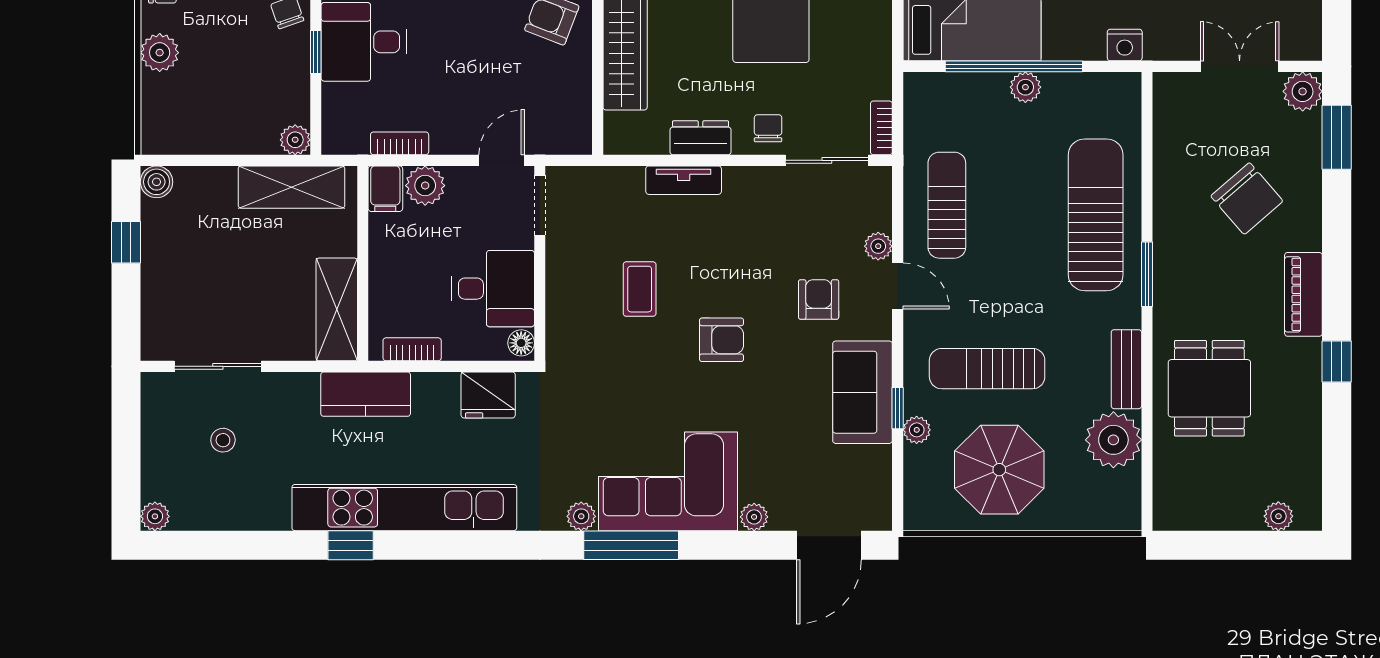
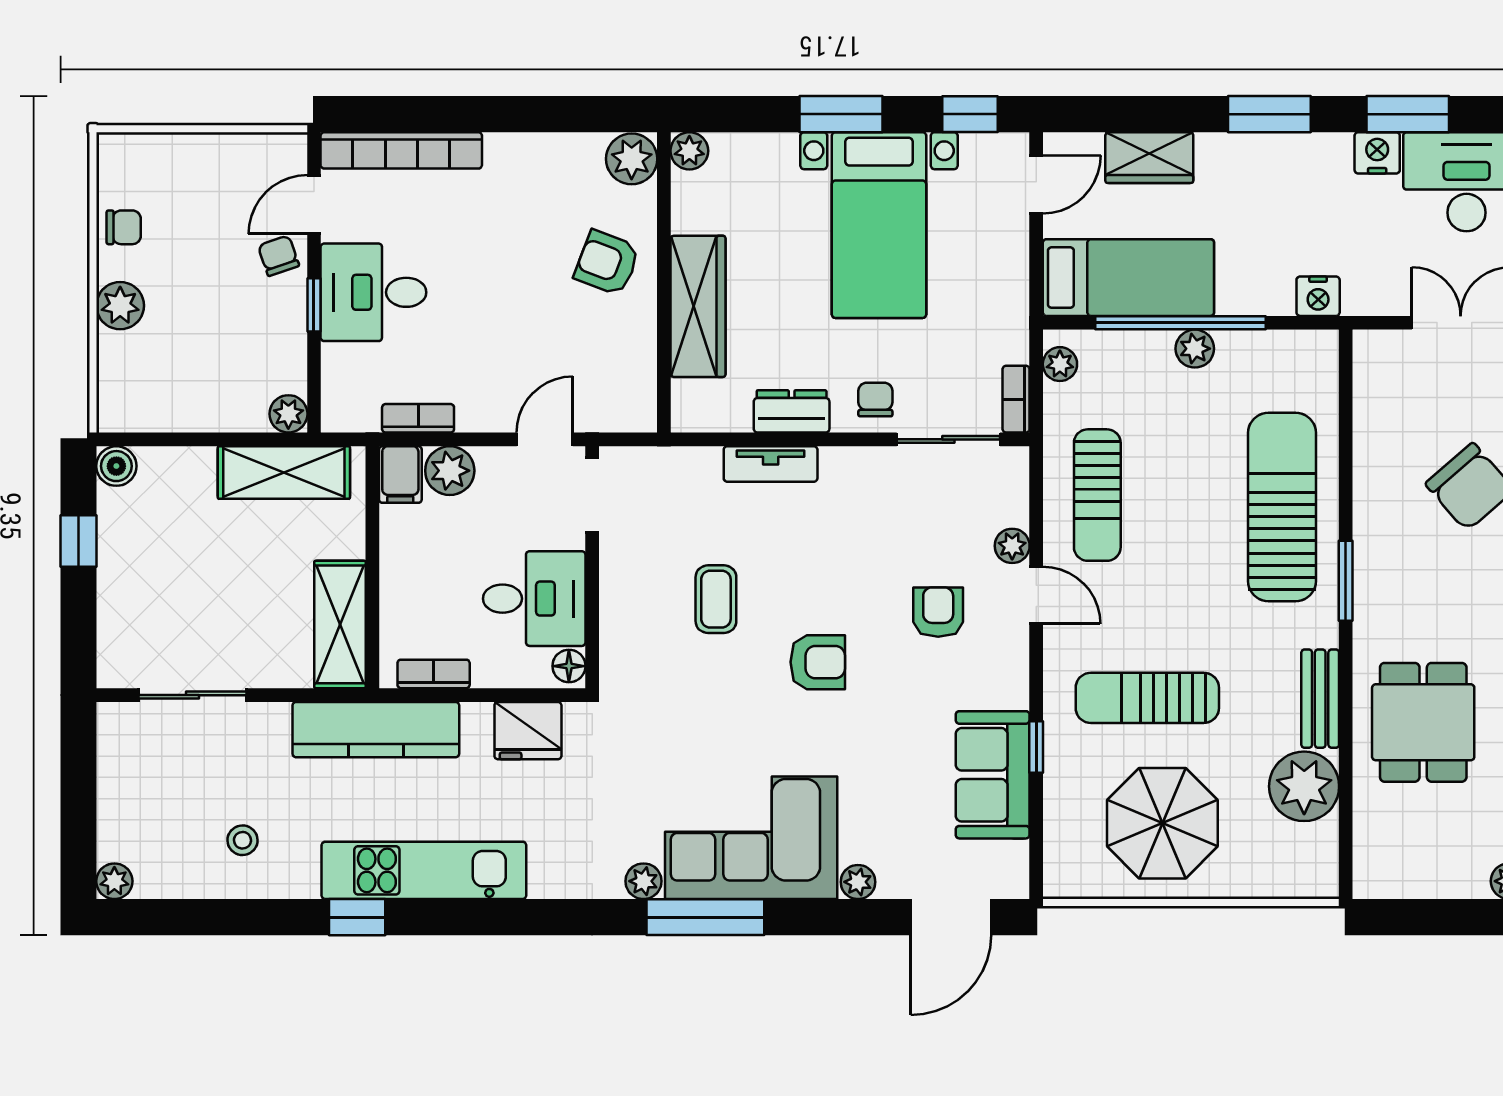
sun lounger: (947, 205) -> (1097, 495), turned 180
sofa: (862, 392) -> (993, 775), moved
kitchen counter: (366, 394) -> (376, 730), width x1.50
plant: (917, 430) -> (1060, 364), moved
stool: (223, 440) -> (242, 840), moved
kitchen unit: (404, 508) -> (424, 870), width x0.73

